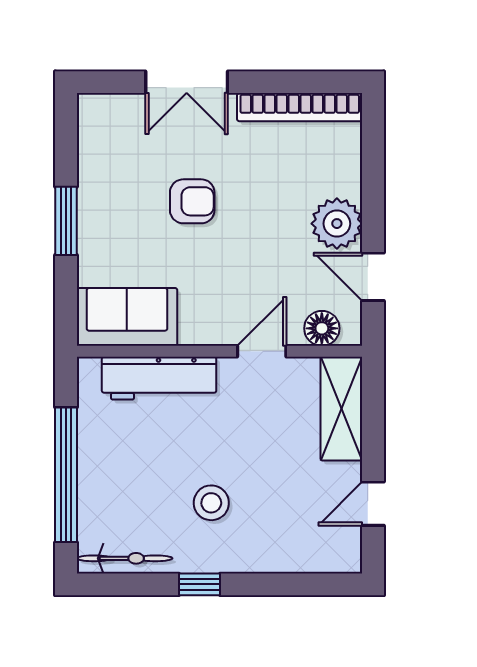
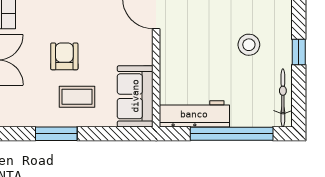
window: (66, 221) -> (56, 134), moved
coffee table: (126, 222) -> (77, 97), added
workbench: (159, 378) -> (194, 114), moved, turned -90

